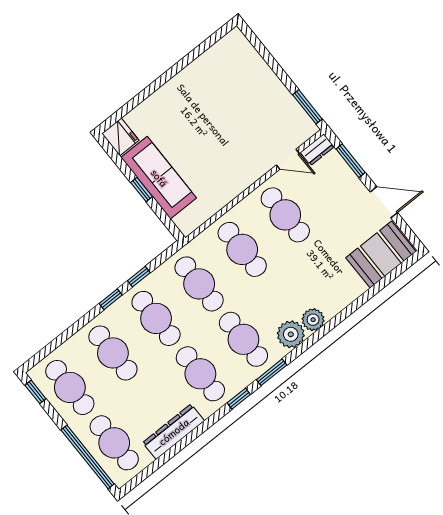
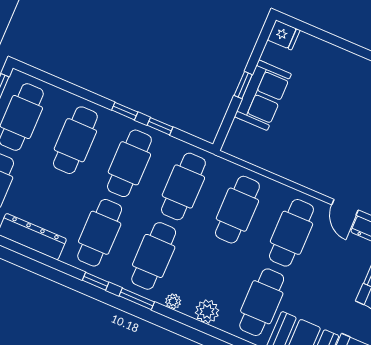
fridge: (120, 137) -> (284, 35), width x0.72
sofa: (159, 178) -> (263, 95), width x0.73
cafe table: (330, 270) -> (262, 302), added
plant: (291, 334) -> (173, 301), width x0.53, depth x0.53

